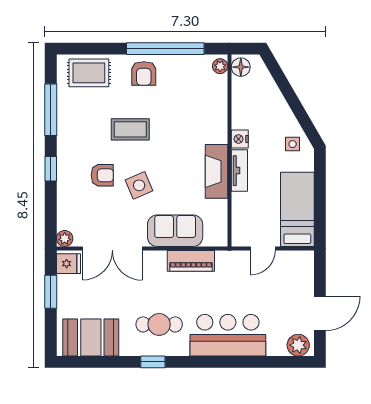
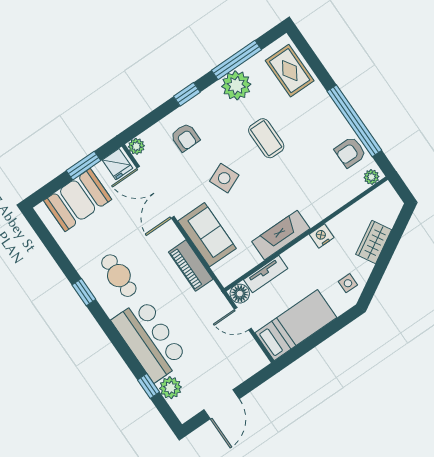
floor lamp: (241, 67) -> (240, 294), moved
armchair: (144, 73) -> (350, 152), moved
wardrobe: (274, 100) -> (374, 242), added
plant: (71, 124) -> (236, 85), added
tv unit: (239, 171) -> (266, 274), moved
armchair: (102, 175) -> (185, 137), moved
door: (320, 313) -> (222, 404), hinge flipped
booth: (91, 337) -> (78, 200), moved, turned 90
plant: (298, 345) -> (170, 388), moved
window: (264, 362) -> (149, 386), added

